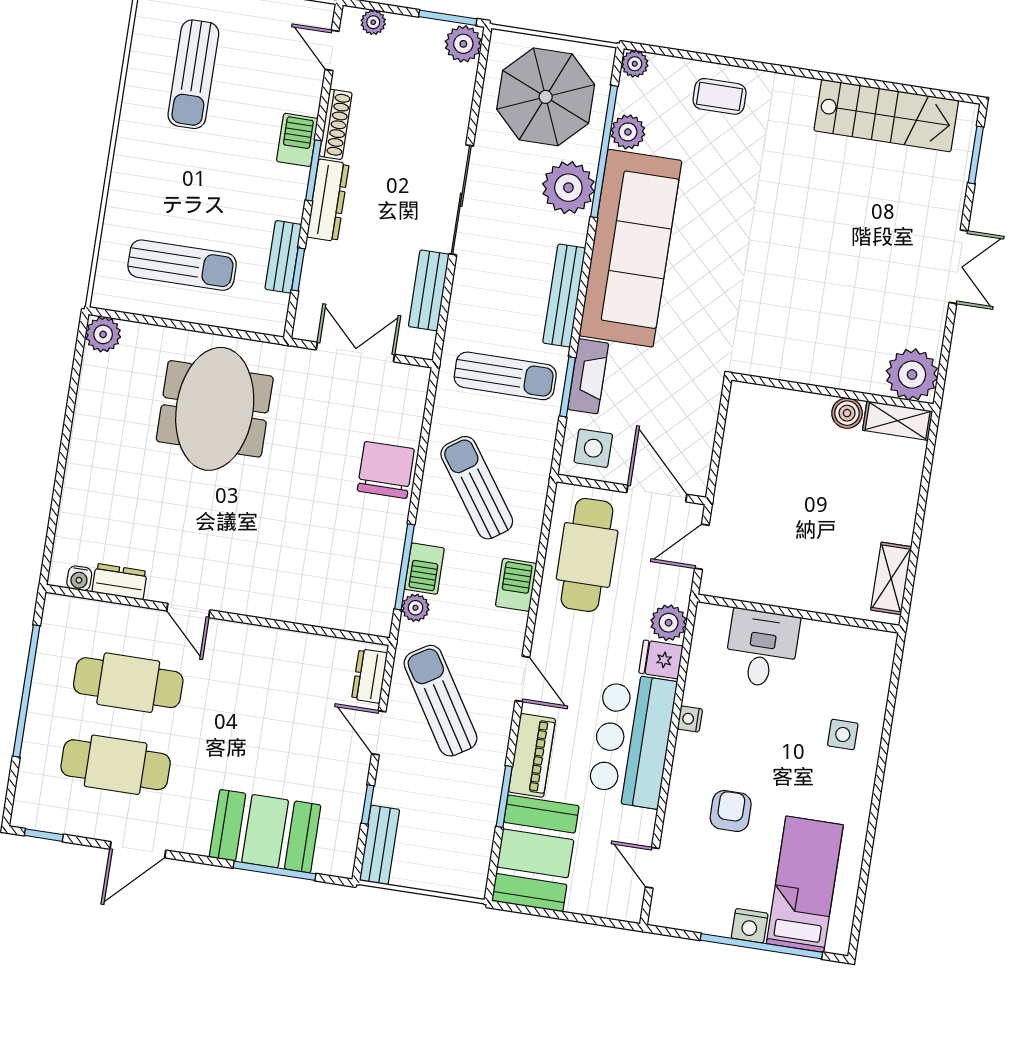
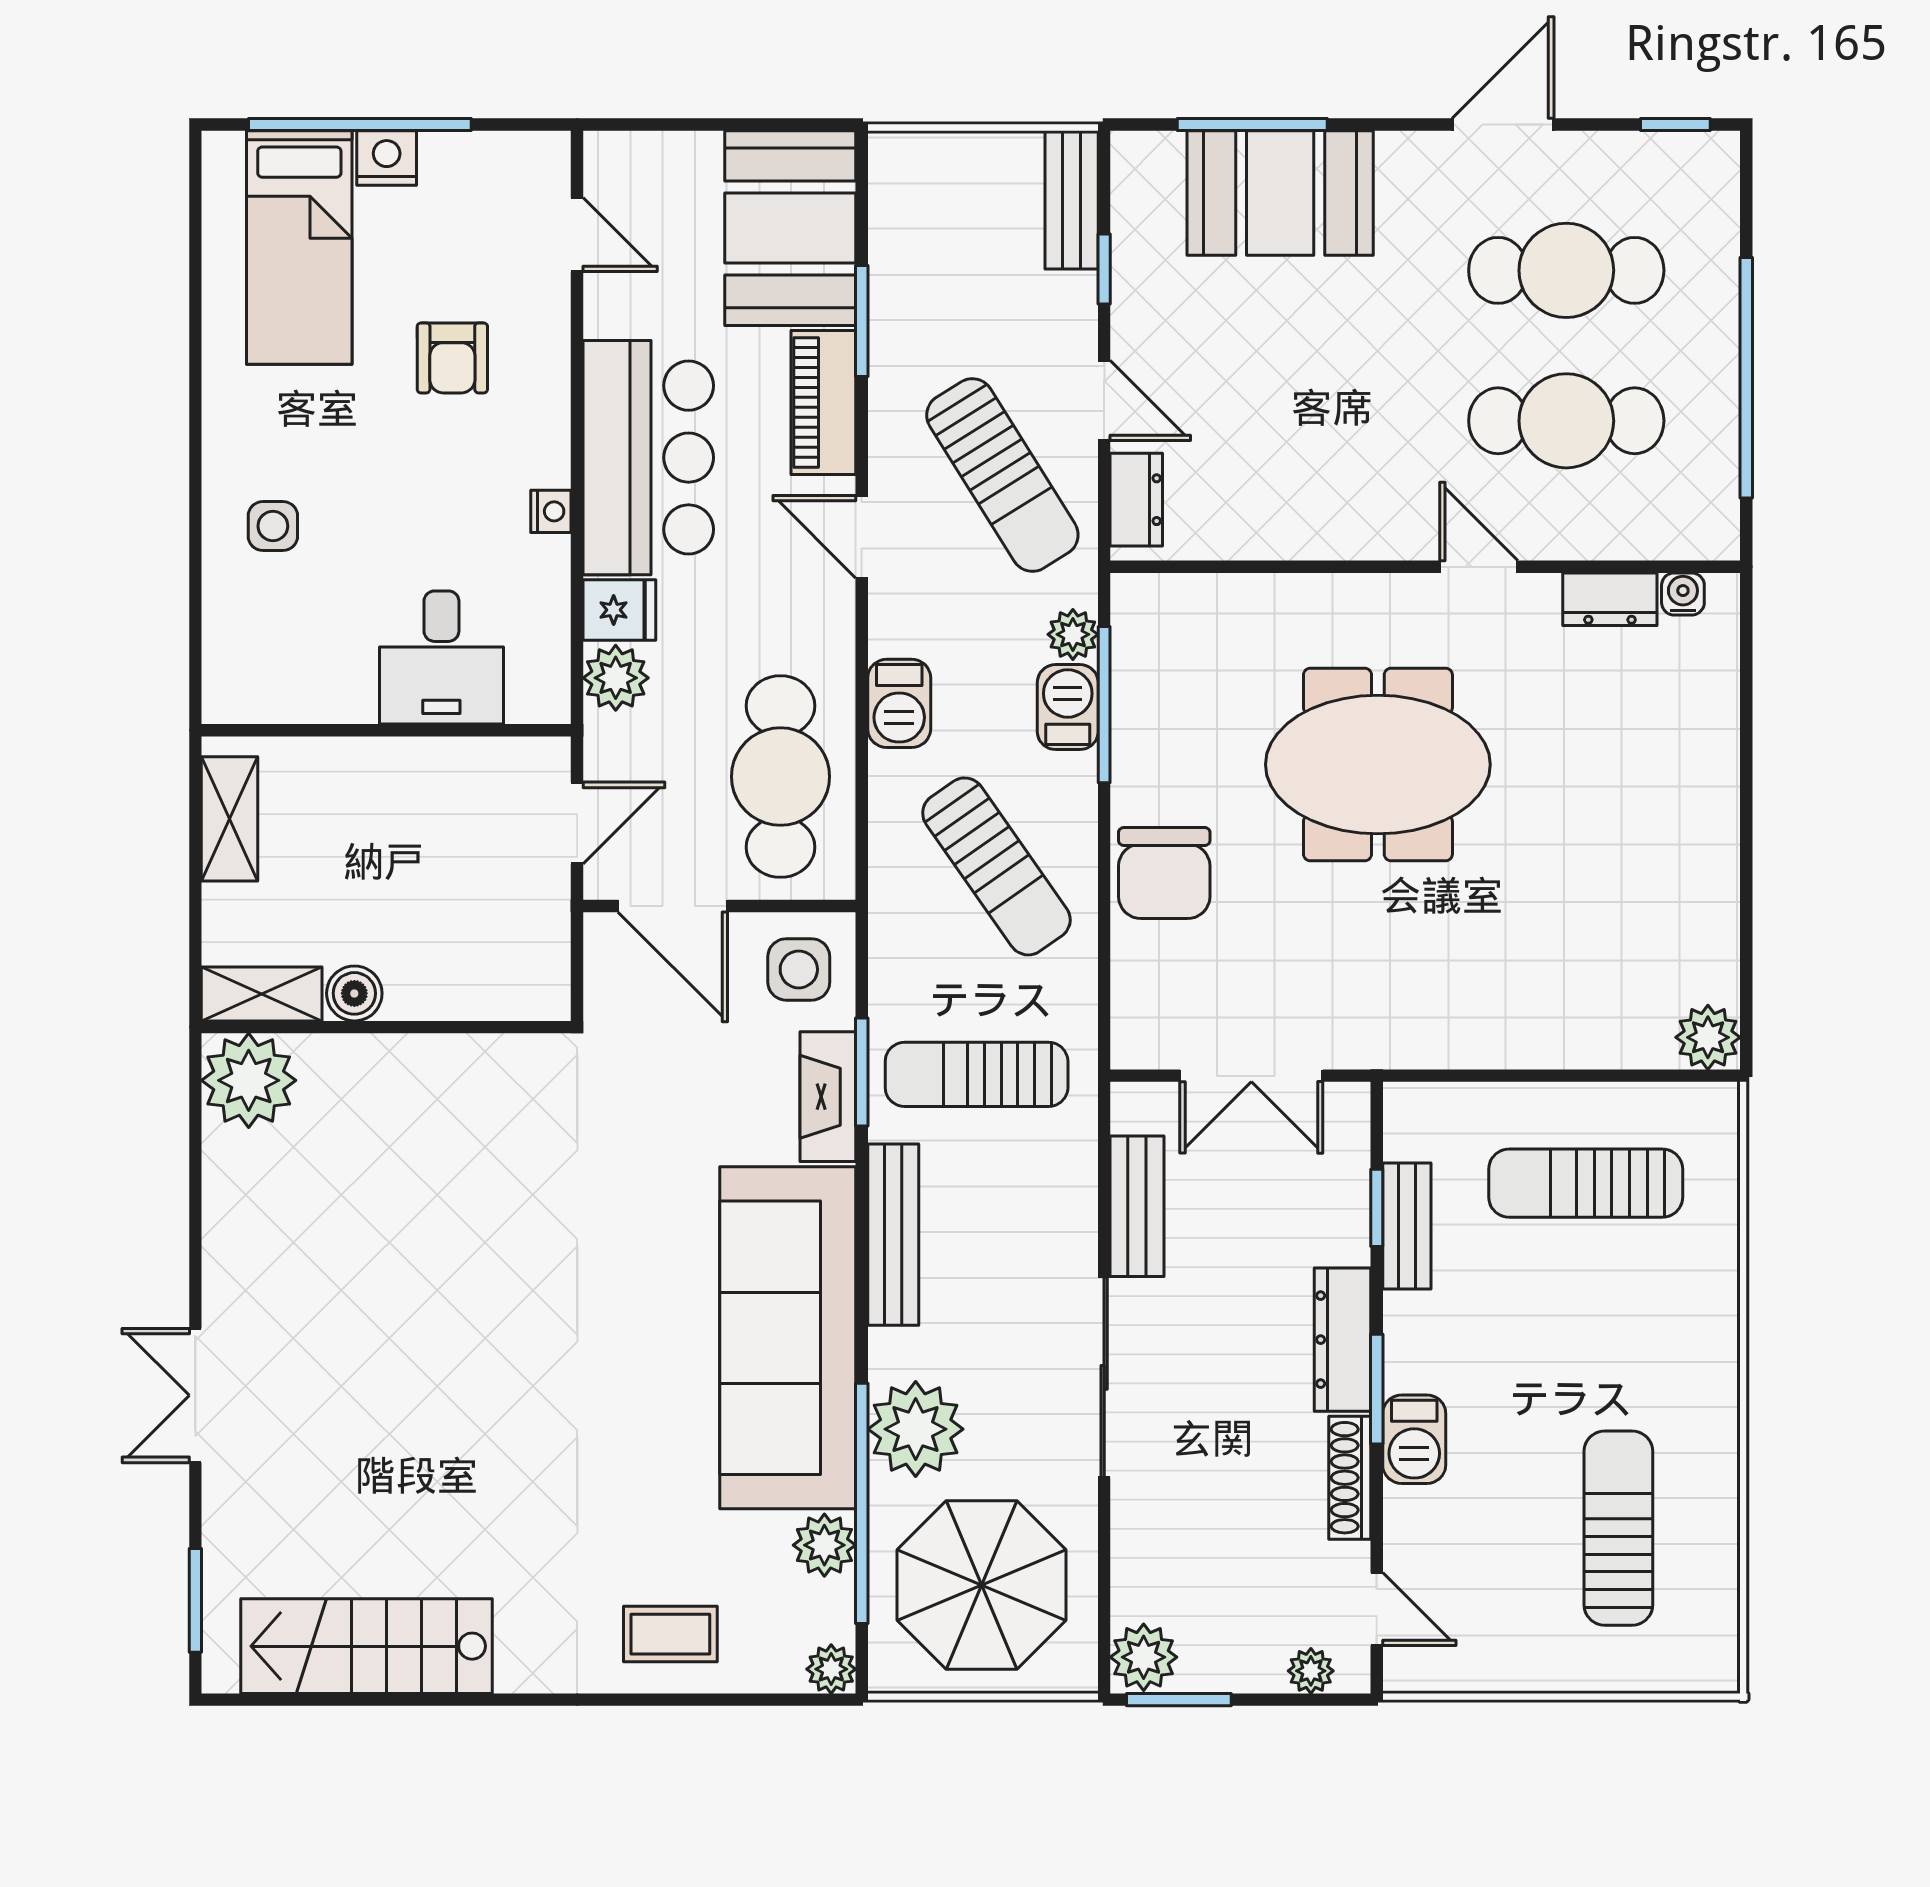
plant: (912, 375) -> (249, 1080), moved
wall: (832, 392) -> (386, 1027), moved
meeting table: (215, 409) -> (1378, 765), moved, turned 90
boiler: (847, 413) -> (354, 993), moved
shelving: (898, 421) -> (262, 994), moved

